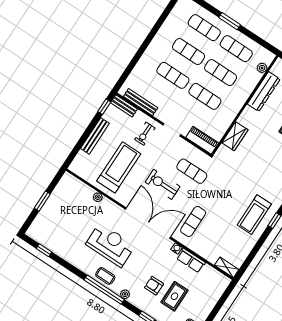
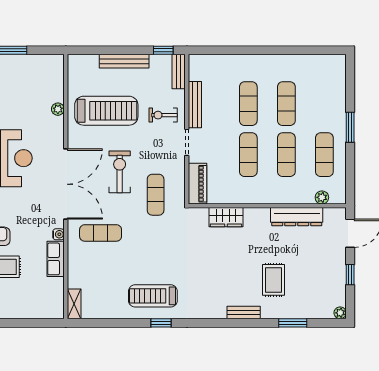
exercise mat: (204, 28) -> (324, 104), removed
bench: (141, 102) -> (195, 105), moved

